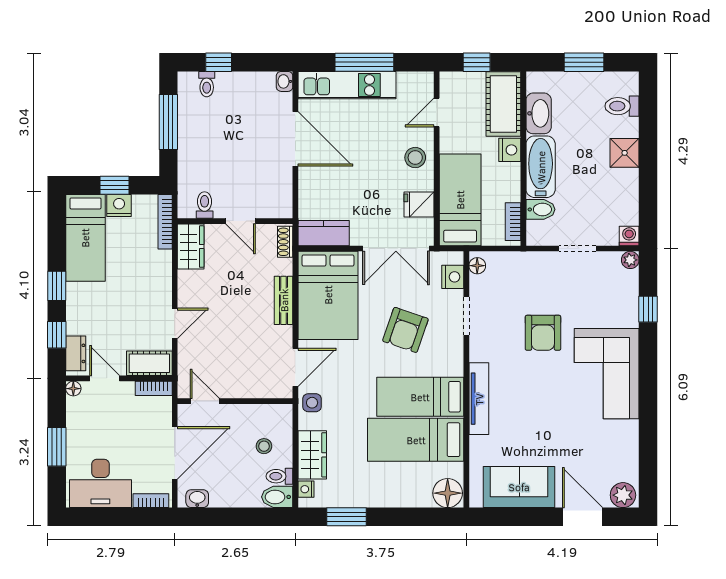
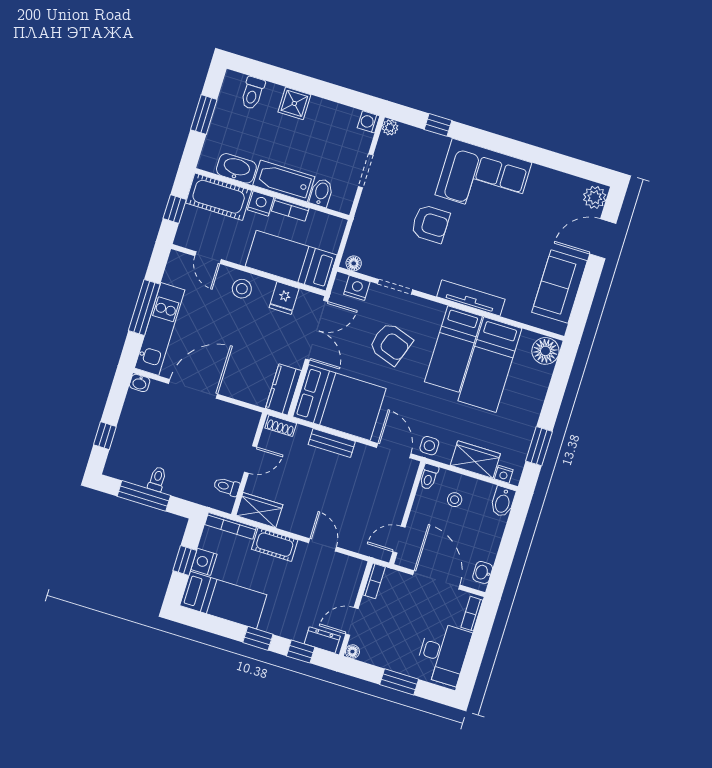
toilet: (207, 84) -> (157, 479), moved, turned -90
bookcase: (513, 222) -> (290, 210), moved
cot: (149, 363) -> (275, 545), moved, turned 90
toilet: (279, 476) -> (429, 477), moved

